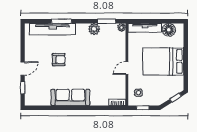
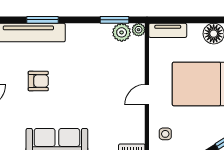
tv unit: (145, 28) -> (168, 30), width x0.71
plant: (94, 29) -> (122, 32), moved

